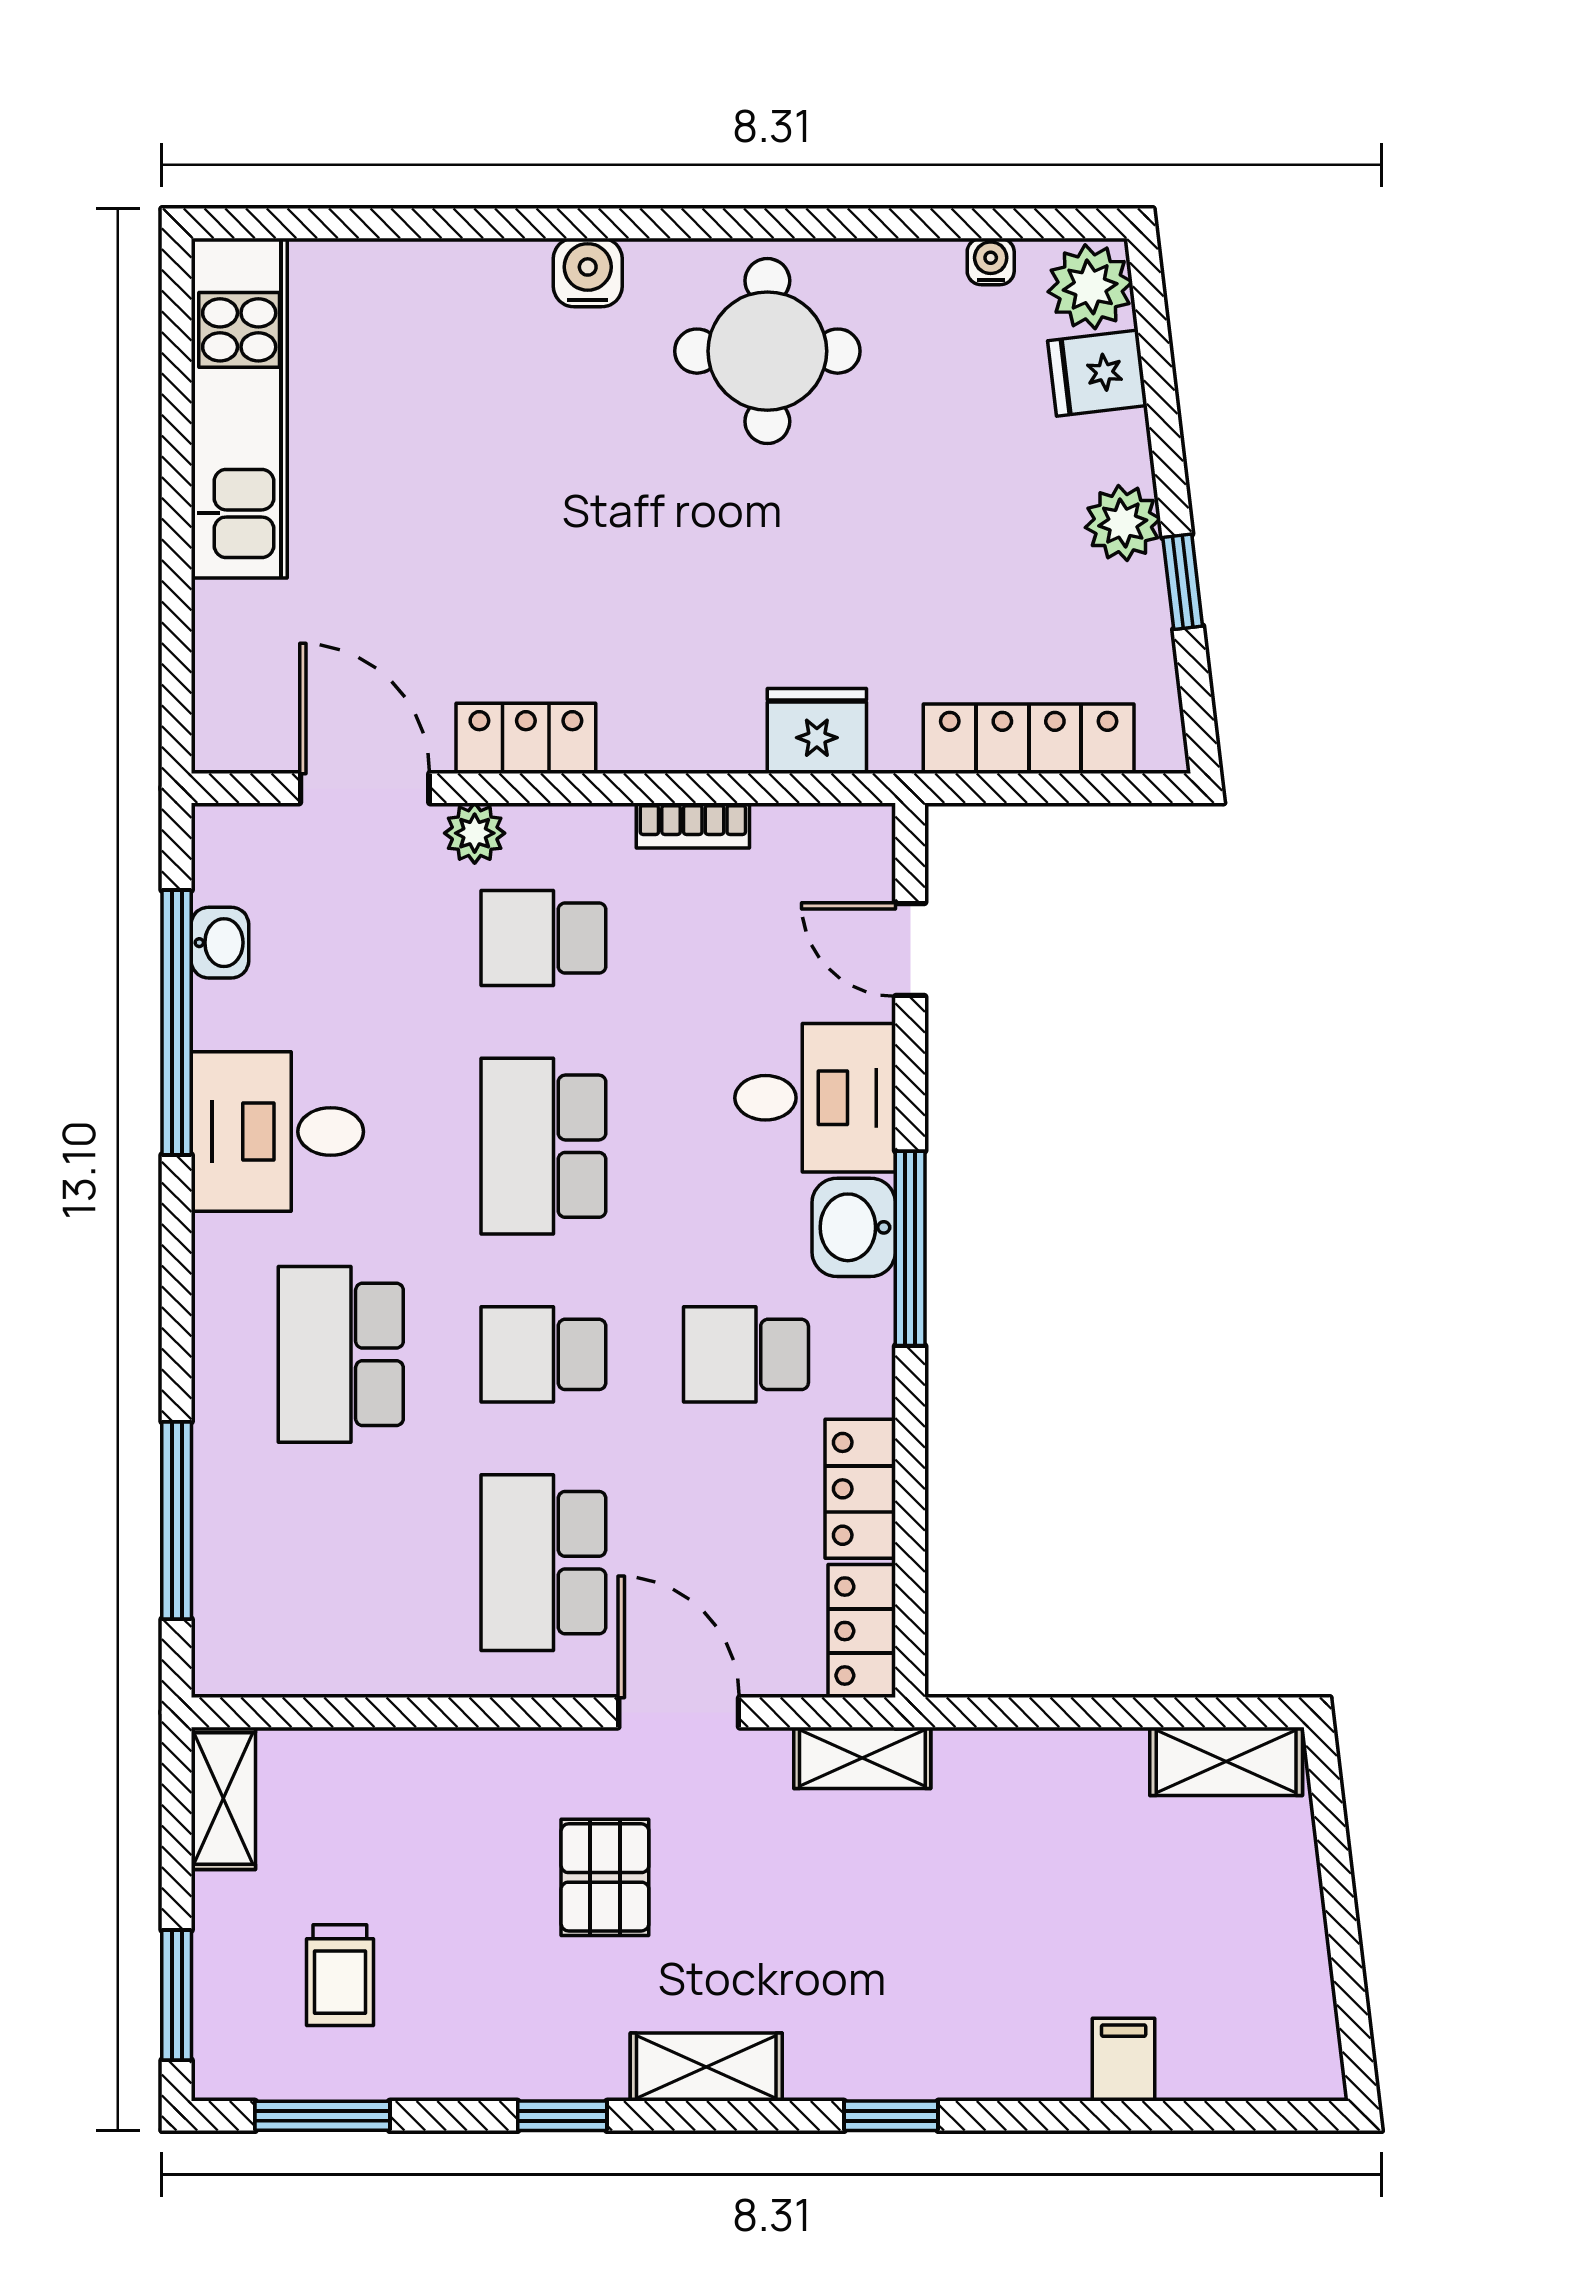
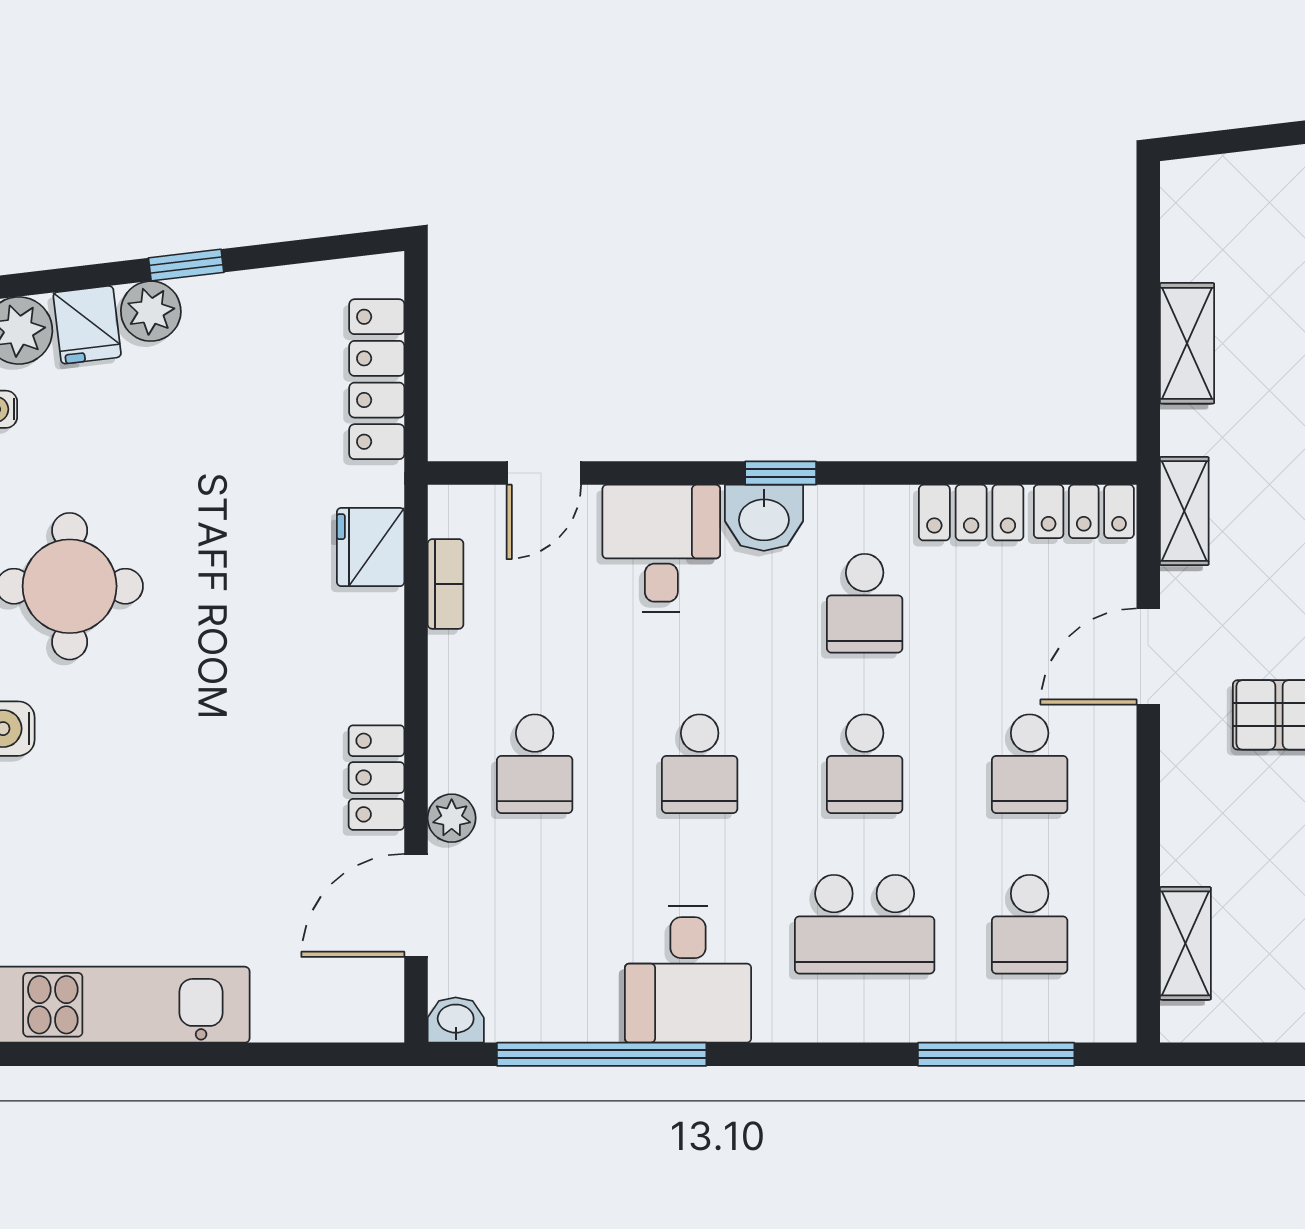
plant: (1123, 523) -> (151, 311), moved
window: (1183, 582) -> (186, 265), moved
bookcase: (693, 825) -> (446, 584), moved
washbasin: (220, 943) -> (456, 1020), moved
school desk: (543, 1146) -> (700, 764), width x0.54
window: (910, 1248) -> (781, 473), width x0.46
school desk: (341, 1563) -> (1030, 924), added
school desk: (543, 1563) -> (1030, 764), width x0.54
shelving: (1226, 1761) -> (1187, 343), moved
shelving: (223, 1798) -> (1185, 943), moved, turned 90

